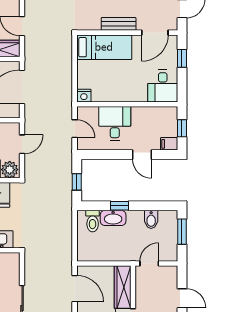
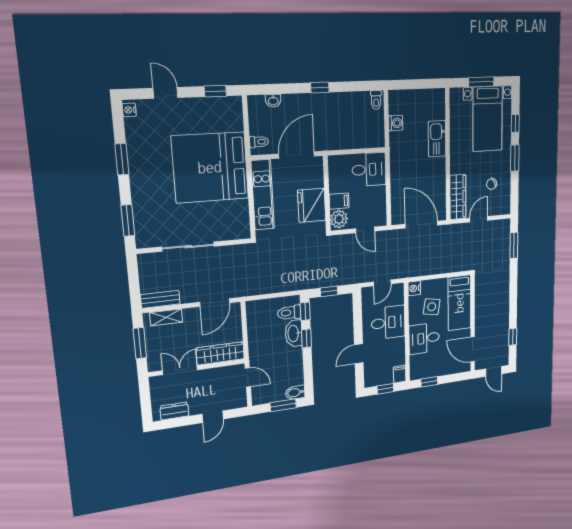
bench: (119, 24) -> (480, 314), removed
window: (182, 58) -> (429, 382), moved
side table: (105, 77) -> (432, 307), added
desk: (163, 86) -> (424, 338), moved
filing cabinet: (169, 144) -> (400, 374), moved
window: (93, 206) -> (305, 311), added
bidet: (151, 219) -> (295, 393), moved

